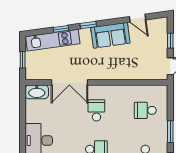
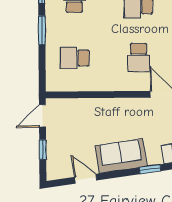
school desk: (145, 110) -> (75, 58), turned 180

